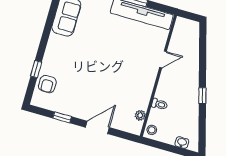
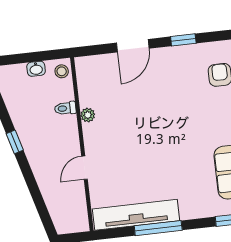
plant: (140, 115) -> (88, 115), moved
washbasin: (182, 143) -> (36, 69), moved

